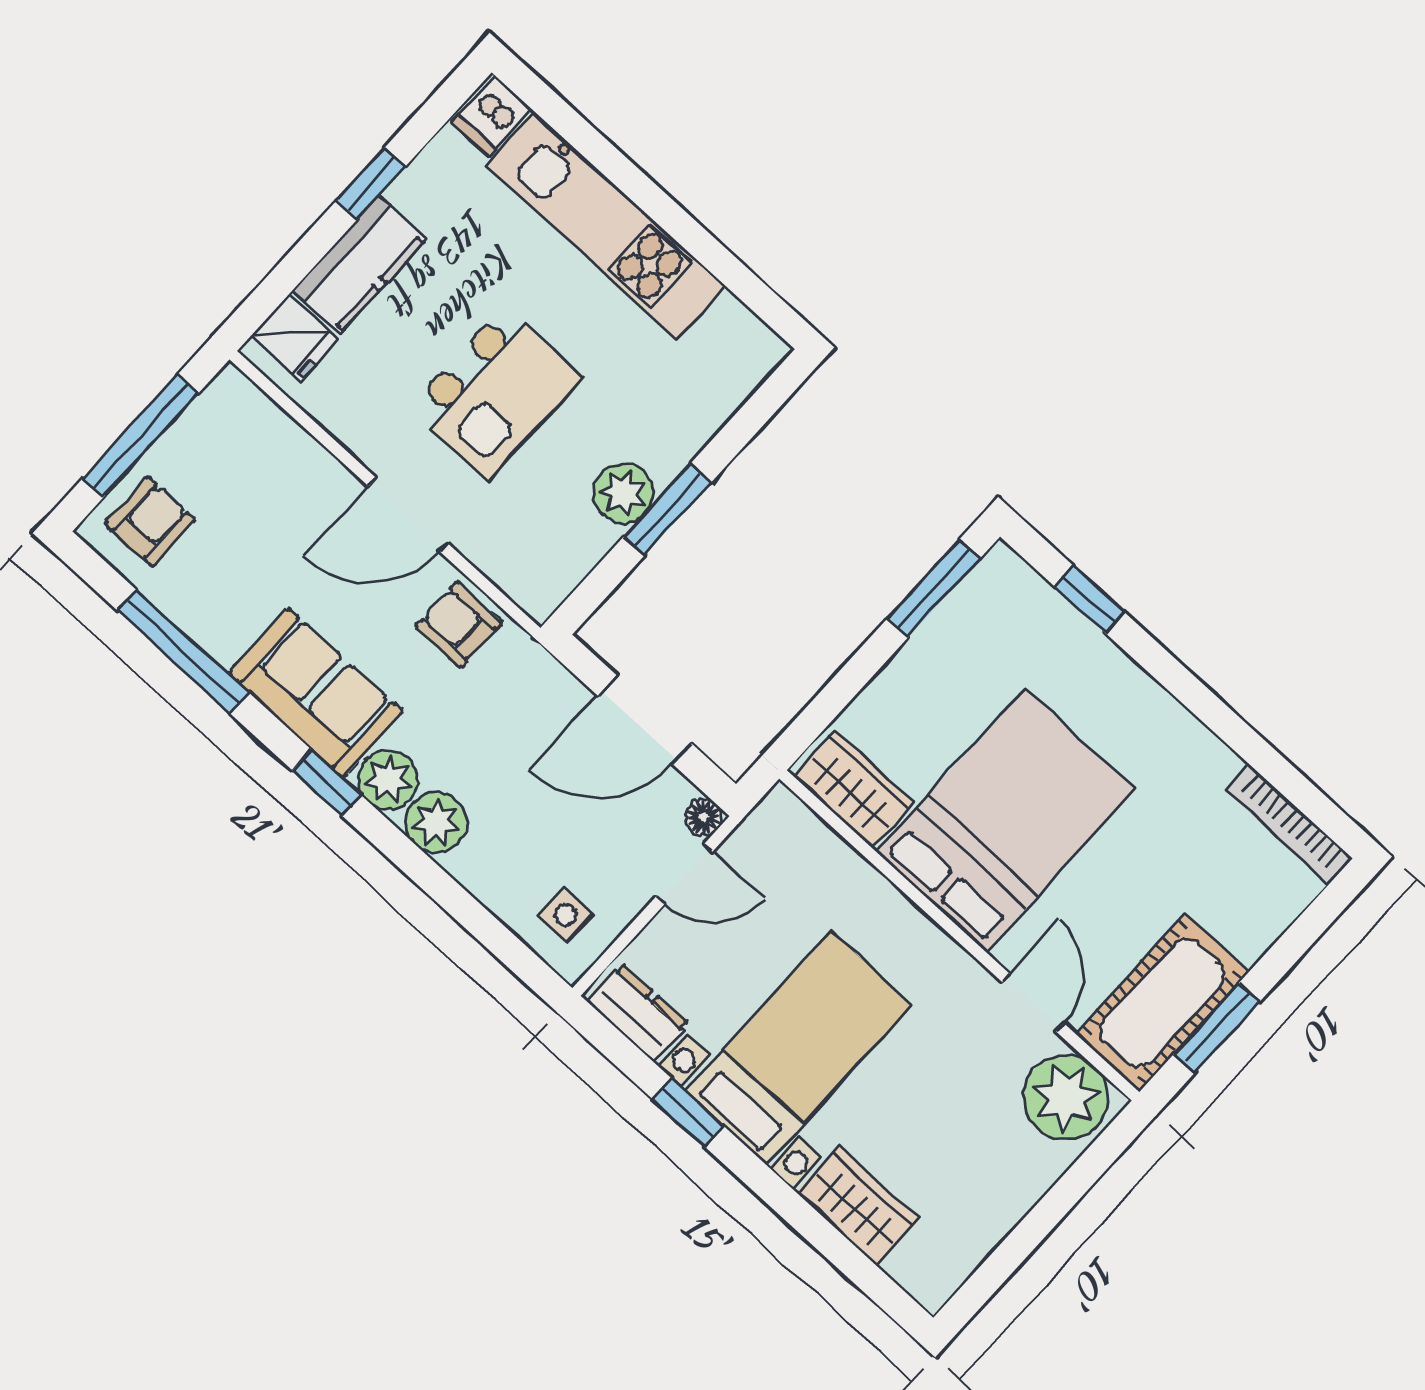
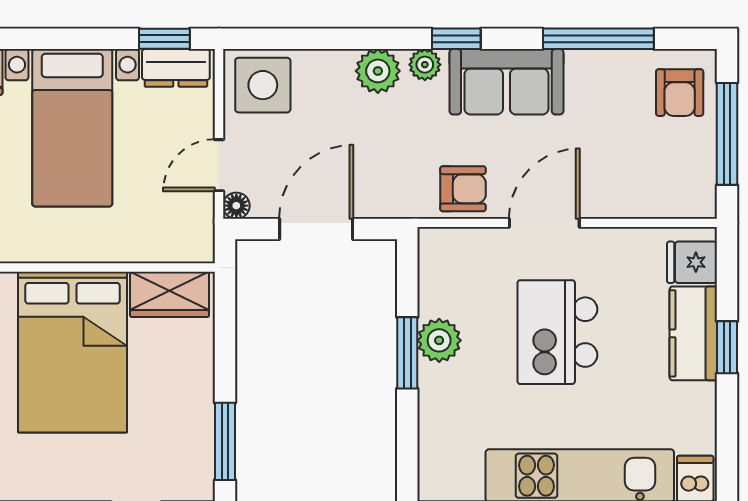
window: (371, 184) -> (727, 347), moved
plant: (388, 780) -> (425, 65), width x0.73, depth x0.73
side table: (566, 915) -> (263, 85), width x1.87, depth x1.87
window: (688, 1113) -> (164, 39), moved

